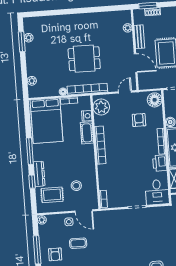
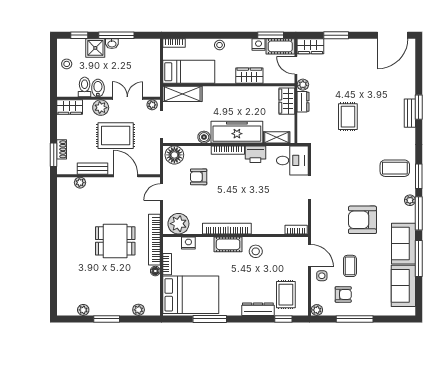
window: (22, 42) -> (107, 319), moved
dining table: (84, 59) -> (115, 241), turned 90
door: (136, 63) -> (126, 176), hinge flipped
door: (125, 92) -> (161, 192), hinge flipped
cot: (87, 133) -> (228, 244), moved
window: (30, 151) -> (210, 319), moved
window: (32, 182) -> (283, 319), moved
stool: (76, 186) -> (256, 251), moved
door: (84, 211) -> (309, 256), hinge flipped
armchair: (115, 250) -> (362, 220), added
armchair: (55, 254) -> (343, 294), moved

